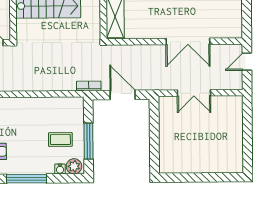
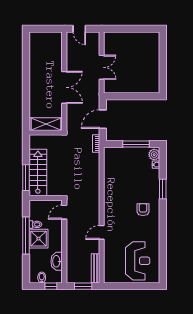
double door: (188, 41) -> (64, 87), moved
coffee table: (60, 140) -> (135, 164), removed
window: (26, 179) -> (163, 189), width x0.69

